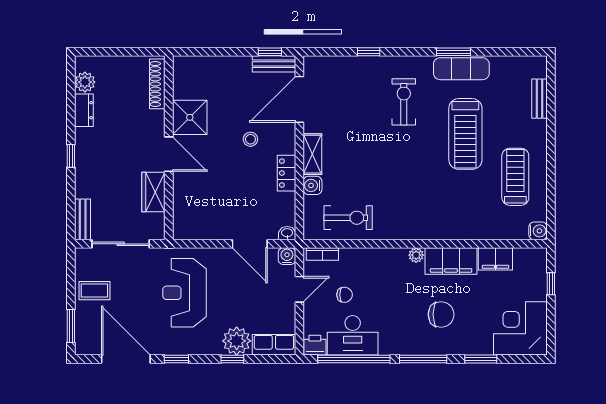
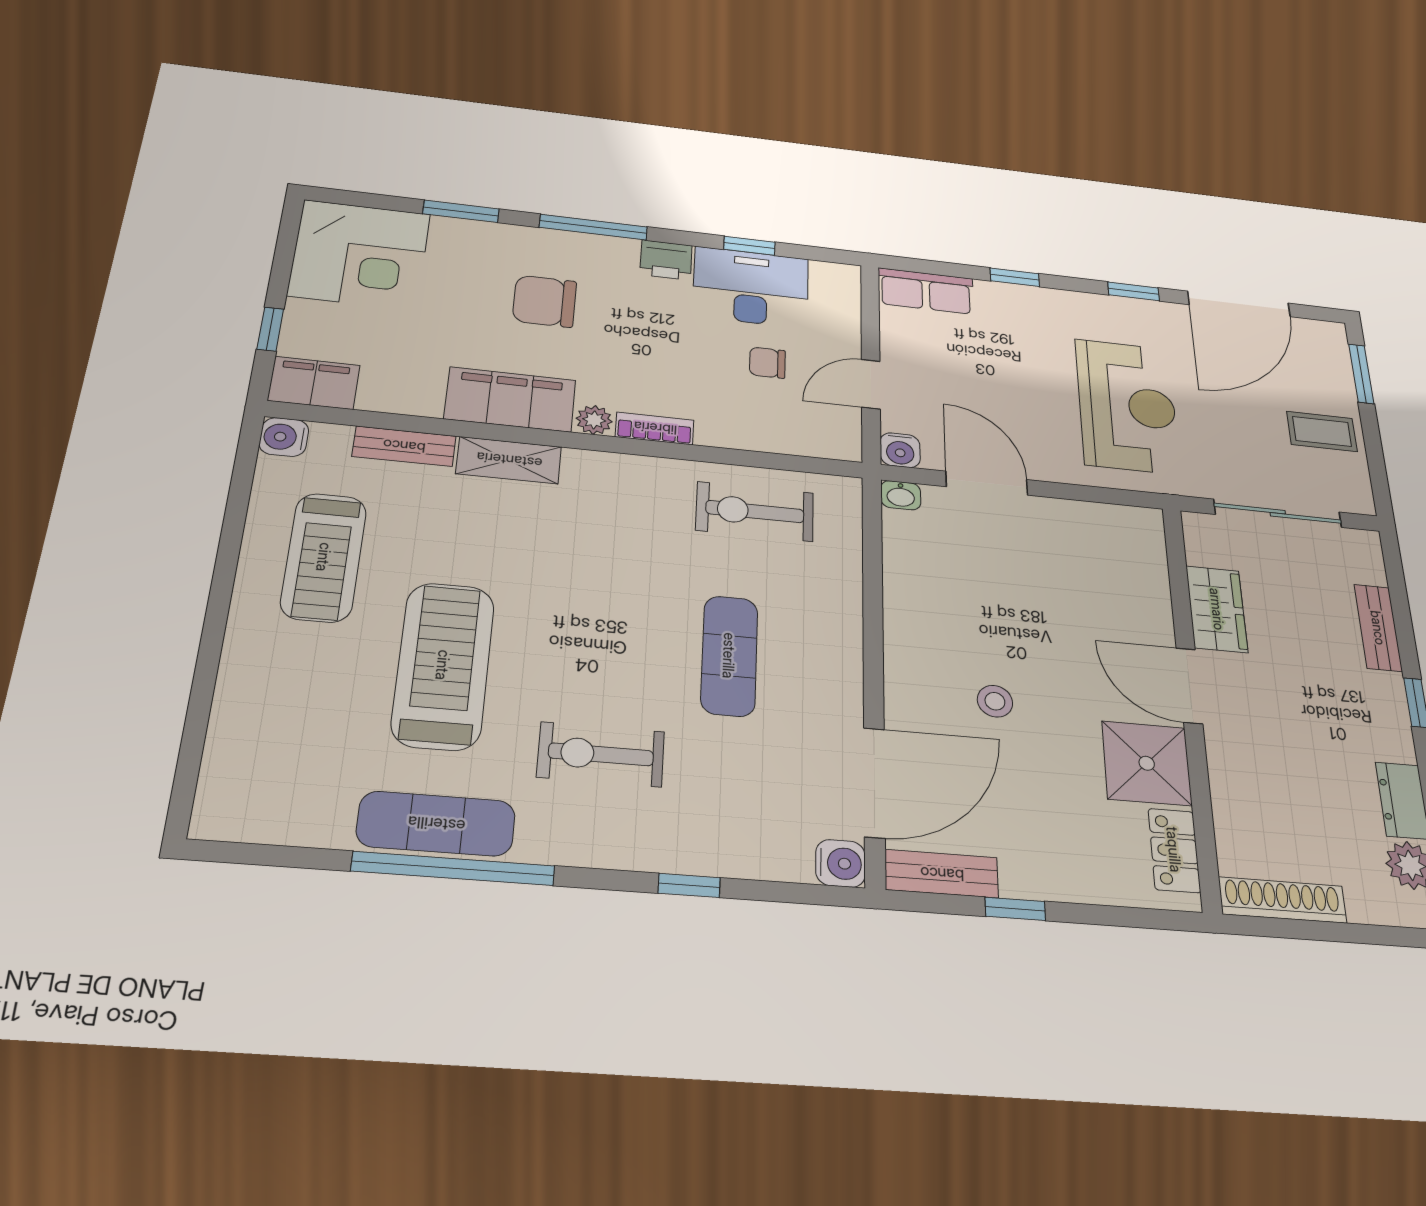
window: (270, 52) -> (1015, 909), moved
window: (453, 52) -> (453, 868), width x2.11
shoe rack: (157, 84) -> (1283, 900), moved, turned -90
bench: (539, 99) -> (404, 446), moved, turned 90
exercise bike: (404, 102) -> (601, 754), turned 90
exercise mat: (357, 149) -> (729, 656), added
shelving: (312, 154) -> (509, 460), moved, turned 90
locker: (286, 173) -> (1174, 850), moved, turned 180
water cooler: (312, 185) -> (841, 863), moved
bench: (83, 219) -> (1378, 628), moved
bookcase: (322, 254) -> (655, 428), moved
filing cabinet: (495, 259) -> (314, 383), moved
plant: (237, 341) -> (1007, 307), removed
printer: (315, 345) -> (666, 260), moved
door: (126, 359) -> (1239, 304), hinge flipped
window: (354, 359) -> (749, 246), width x0.32

